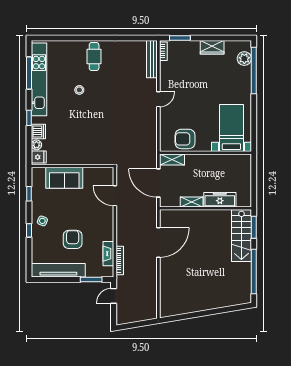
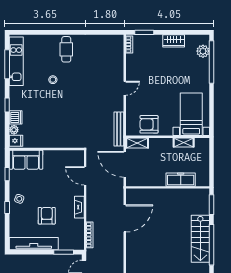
bench: (152, 59) -> (119, 129), moved
kitchen unit: (39, 79) -> (16, 61), width x0.73
sofa: (64, 178) -> (26, 160), moved
shelving: (192, 202) -> (184, 143), moved
stairs: (241, 236) -> (200, 239), moved
fireplace: (108, 254) -> (79, 207), moved

